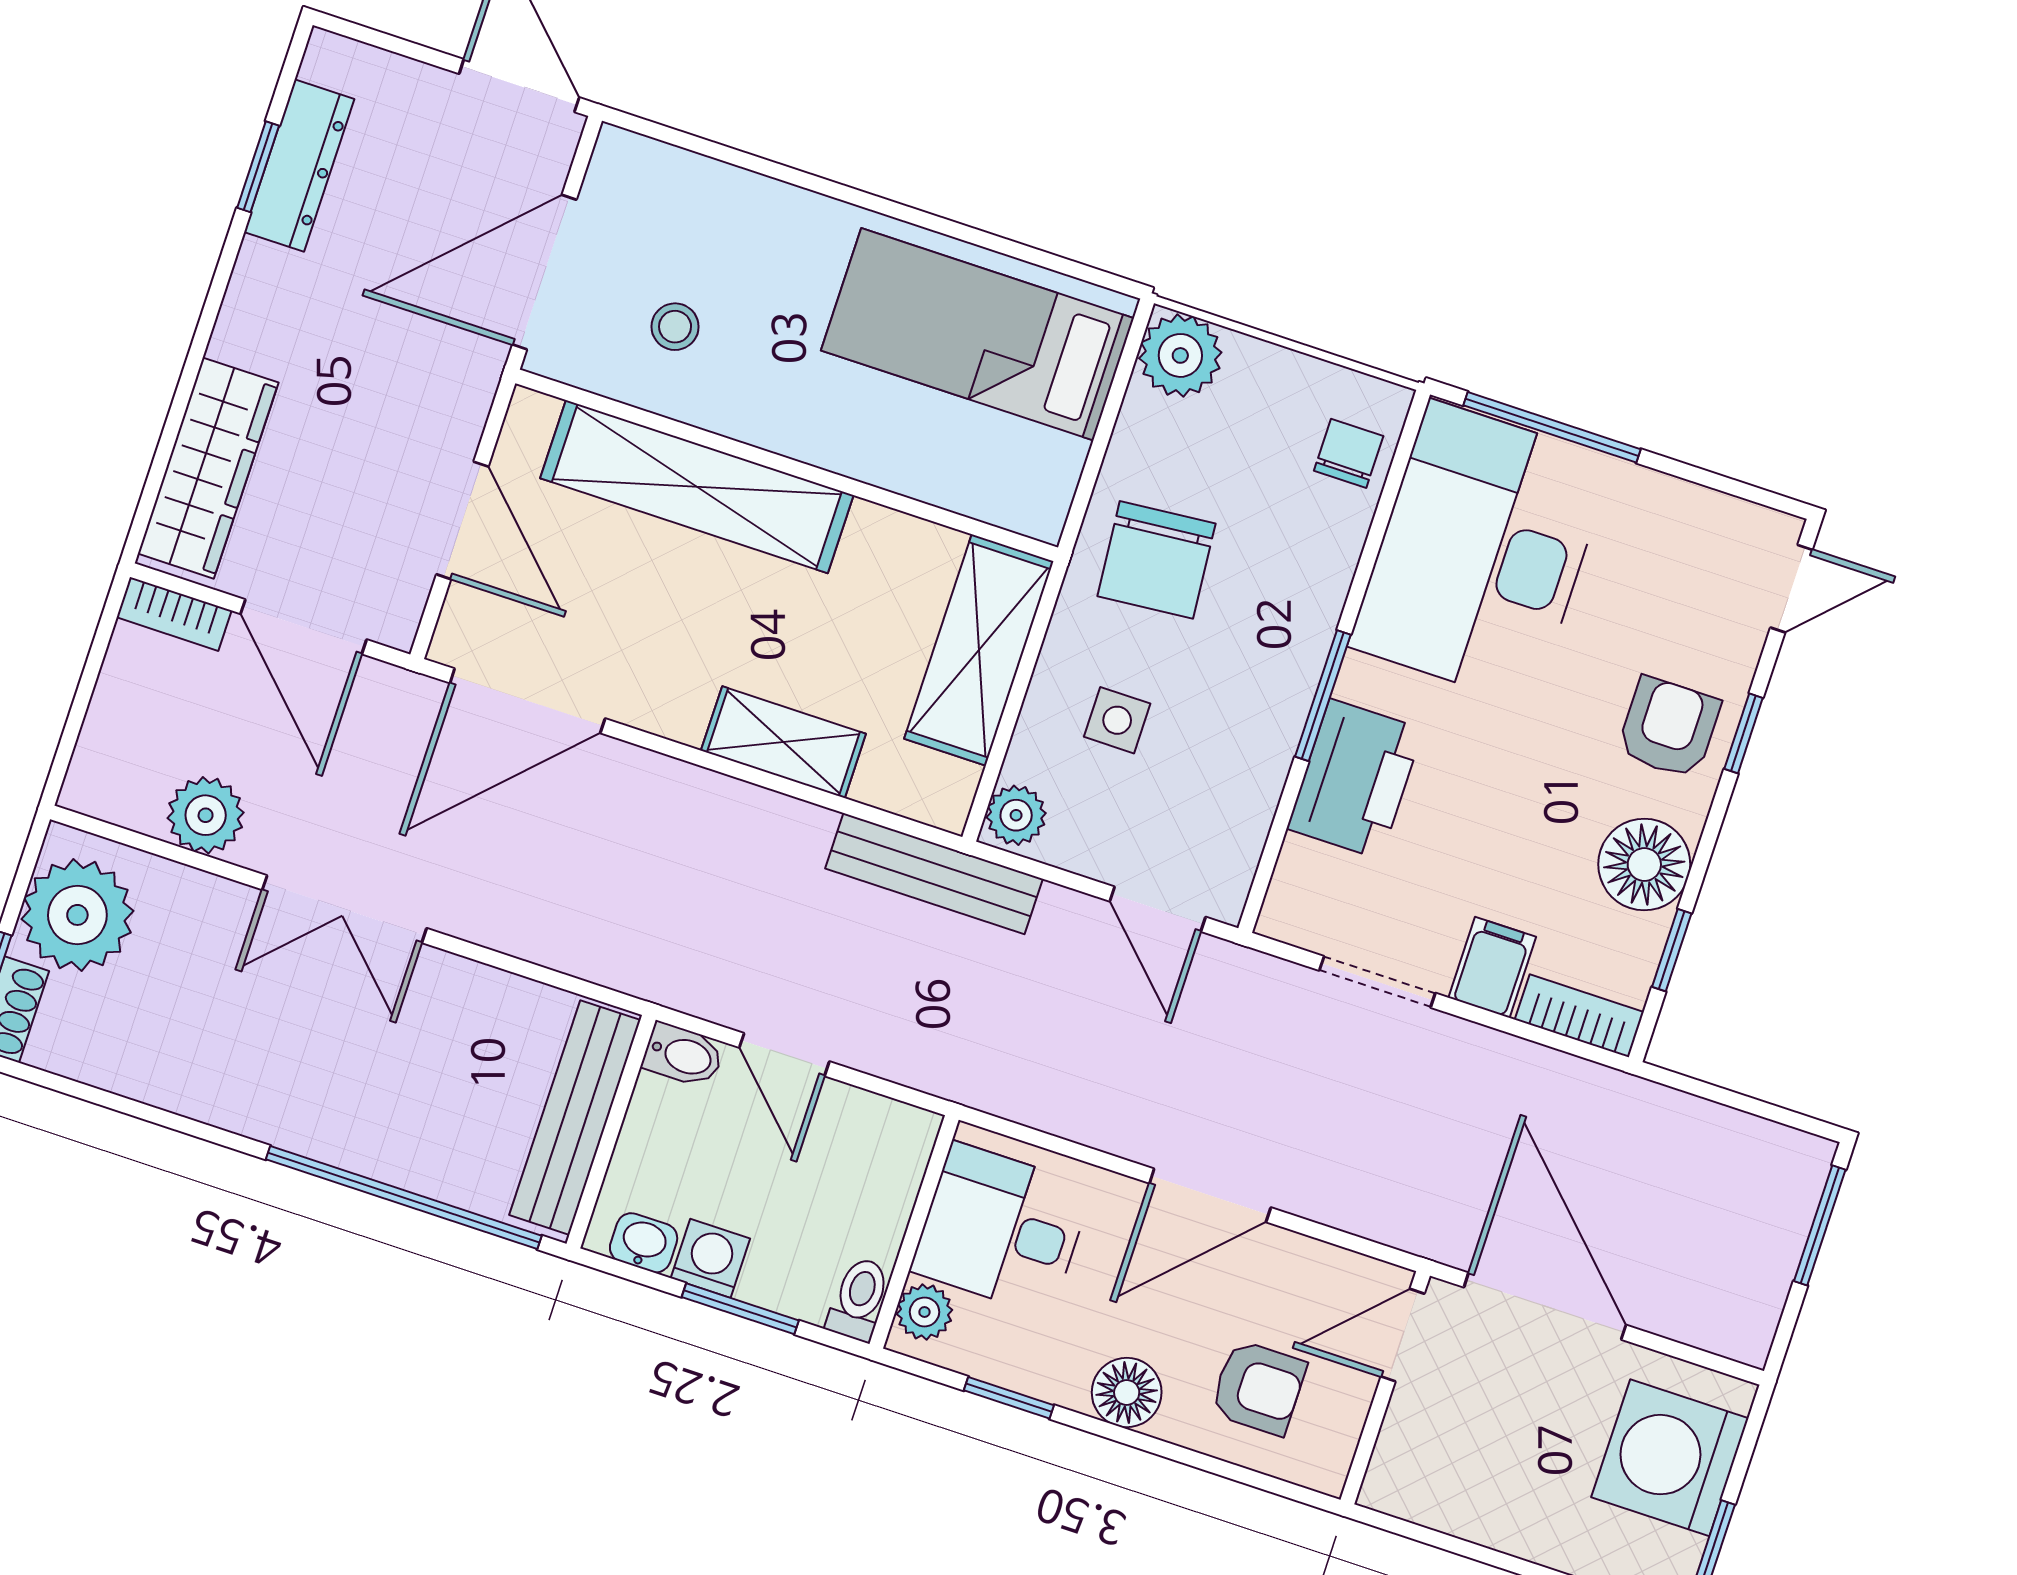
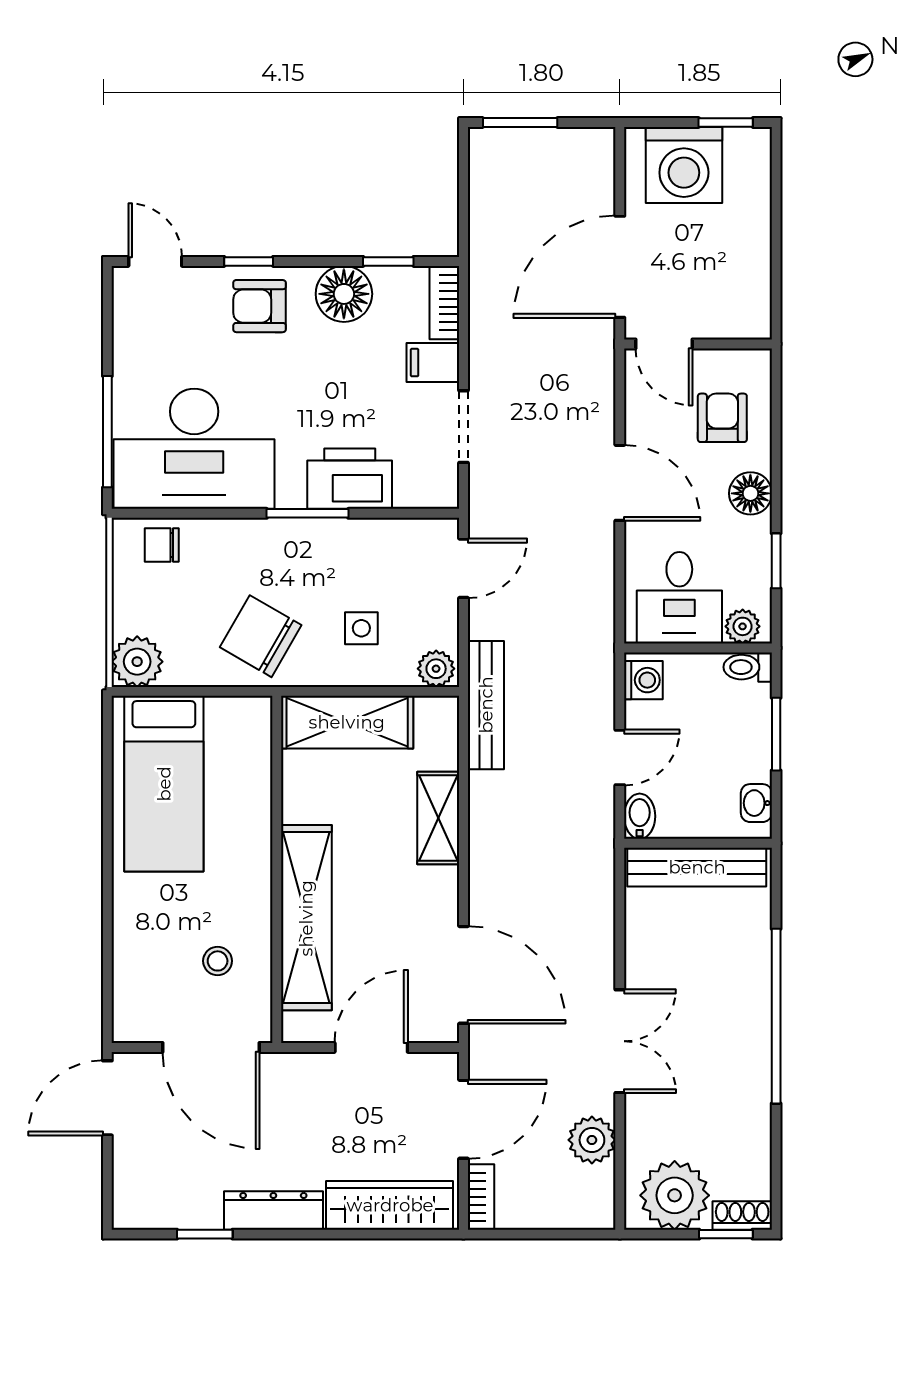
dresser: (299, 165) -> (273, 1210), moved
chair: (1156, 560) -> (261, 636), turned -145
window: (404, 1198) -> (776, 1016), moved
washing machine: (710, 1258) -> (643, 680), moved, turned 180

